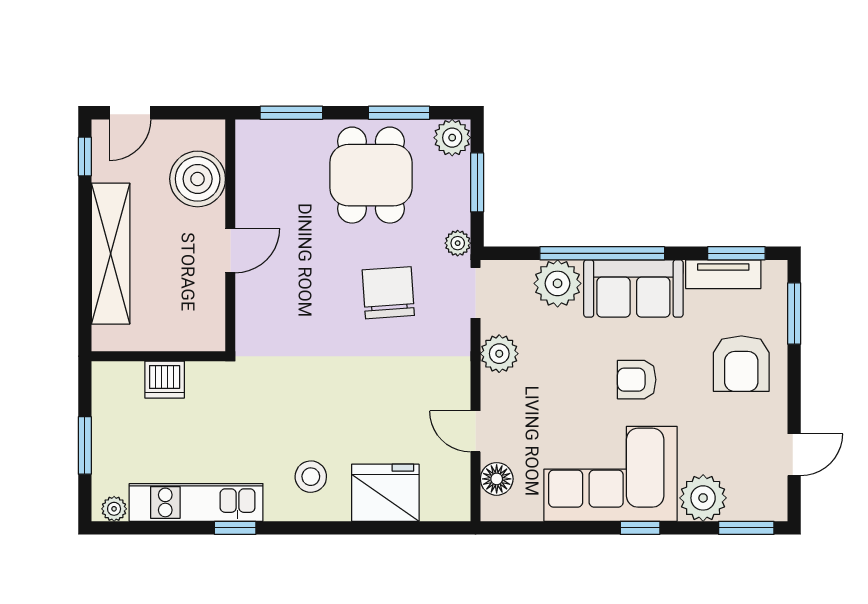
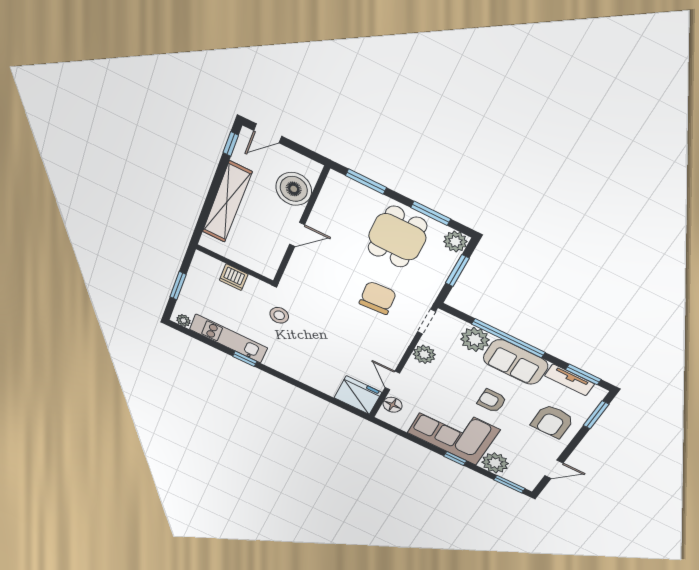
plant: (458, 243) -> (430, 294), removed
stool: (311, 477) -> (279, 315), moved
fridge: (385, 493) -> (358, 395), moved

